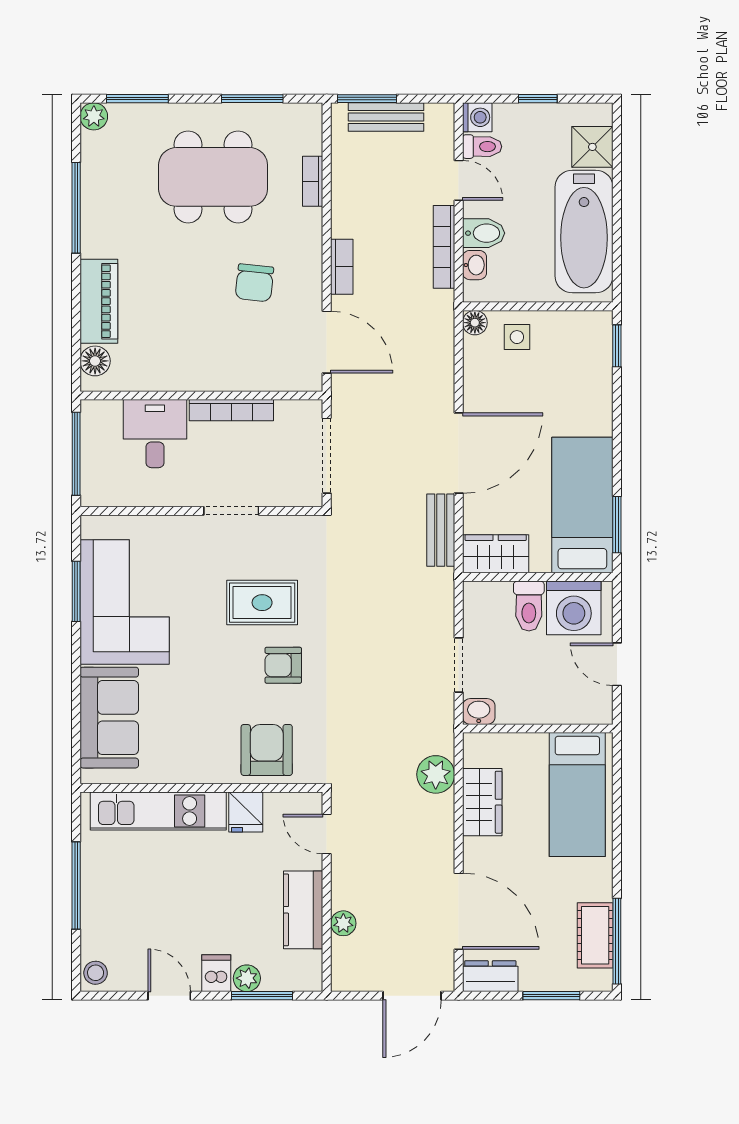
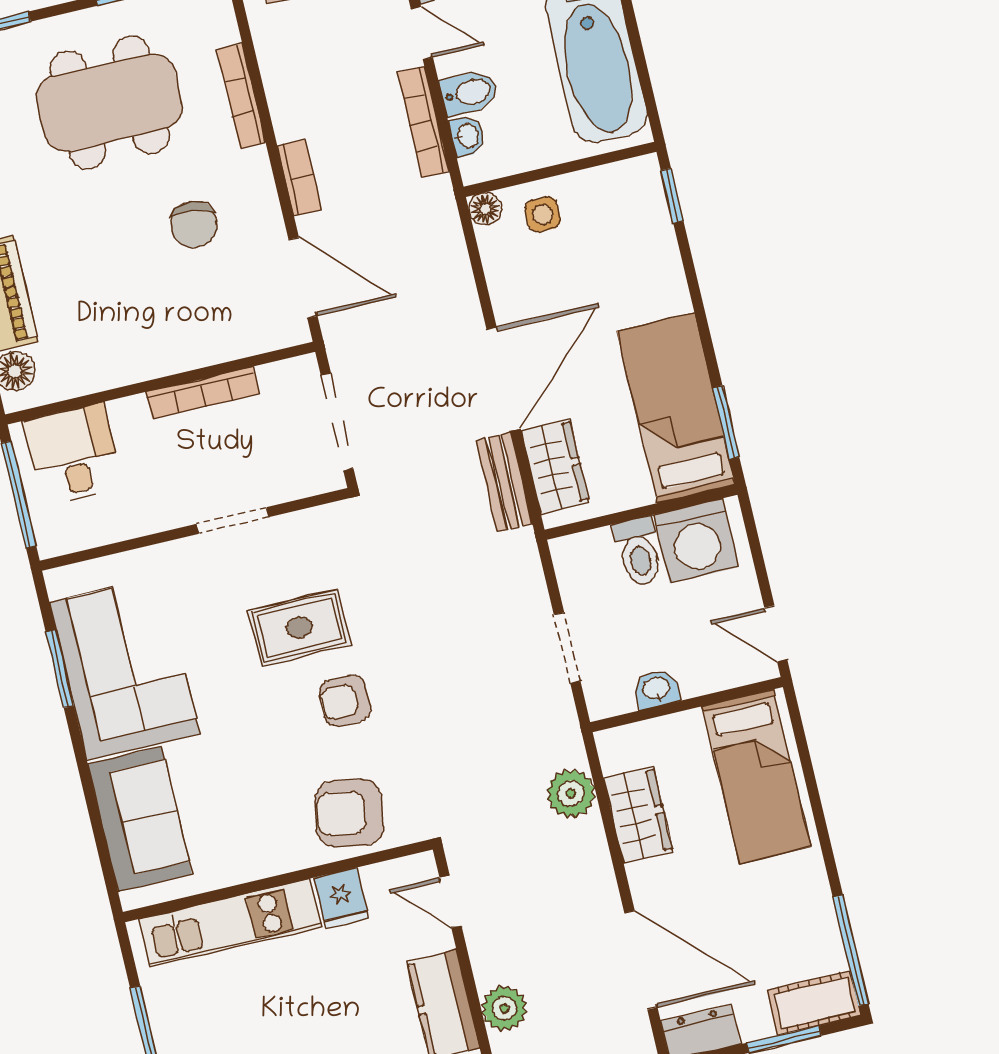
bookcase: (313, 181) -> (241, 96), width x1.56
desk: (155, 434) -> (73, 455), moved
wardrobe: (496, 554) -> (555, 466), moved, turned 90
door: (617, 664) -> (776, 634), moved
washbasin: (479, 712) -> (656, 689), moved
armchair: (267, 750) -> (349, 813), turned -80
plant: (343, 923) -> (504, 1008), width x1.38, depth x1.38
cot: (595, 935) -> (814, 1003), moved, turned 90

